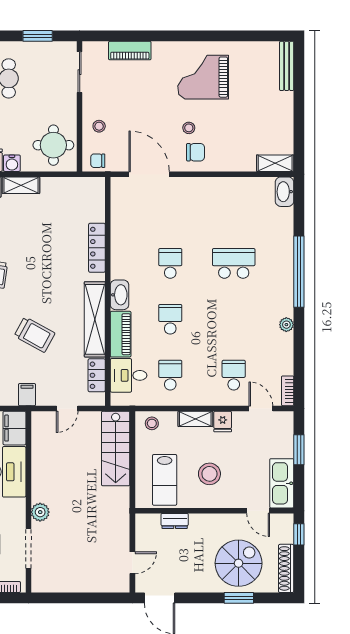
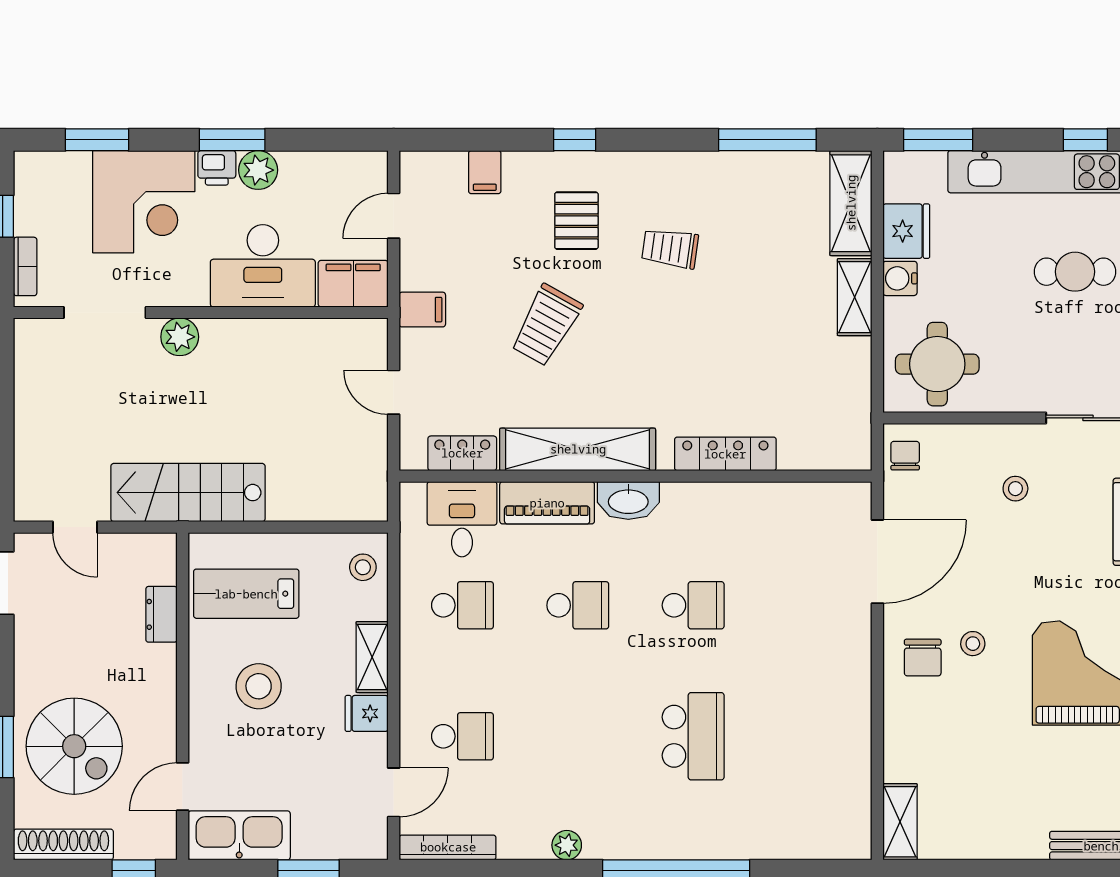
stool: (99, 126) -> (1015, 489), moved
washbasin: (285, 192) -> (841, 841), removed
bookcase: (288, 391) -> (448, 847), width x1.56
stairs: (116, 448) -> (188, 493), moved

